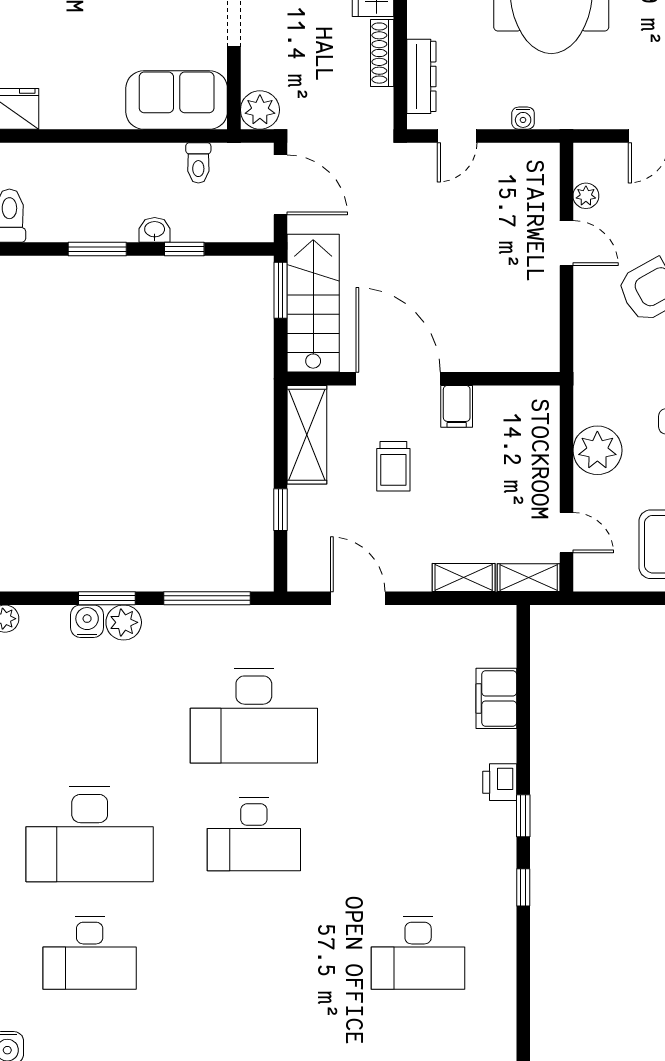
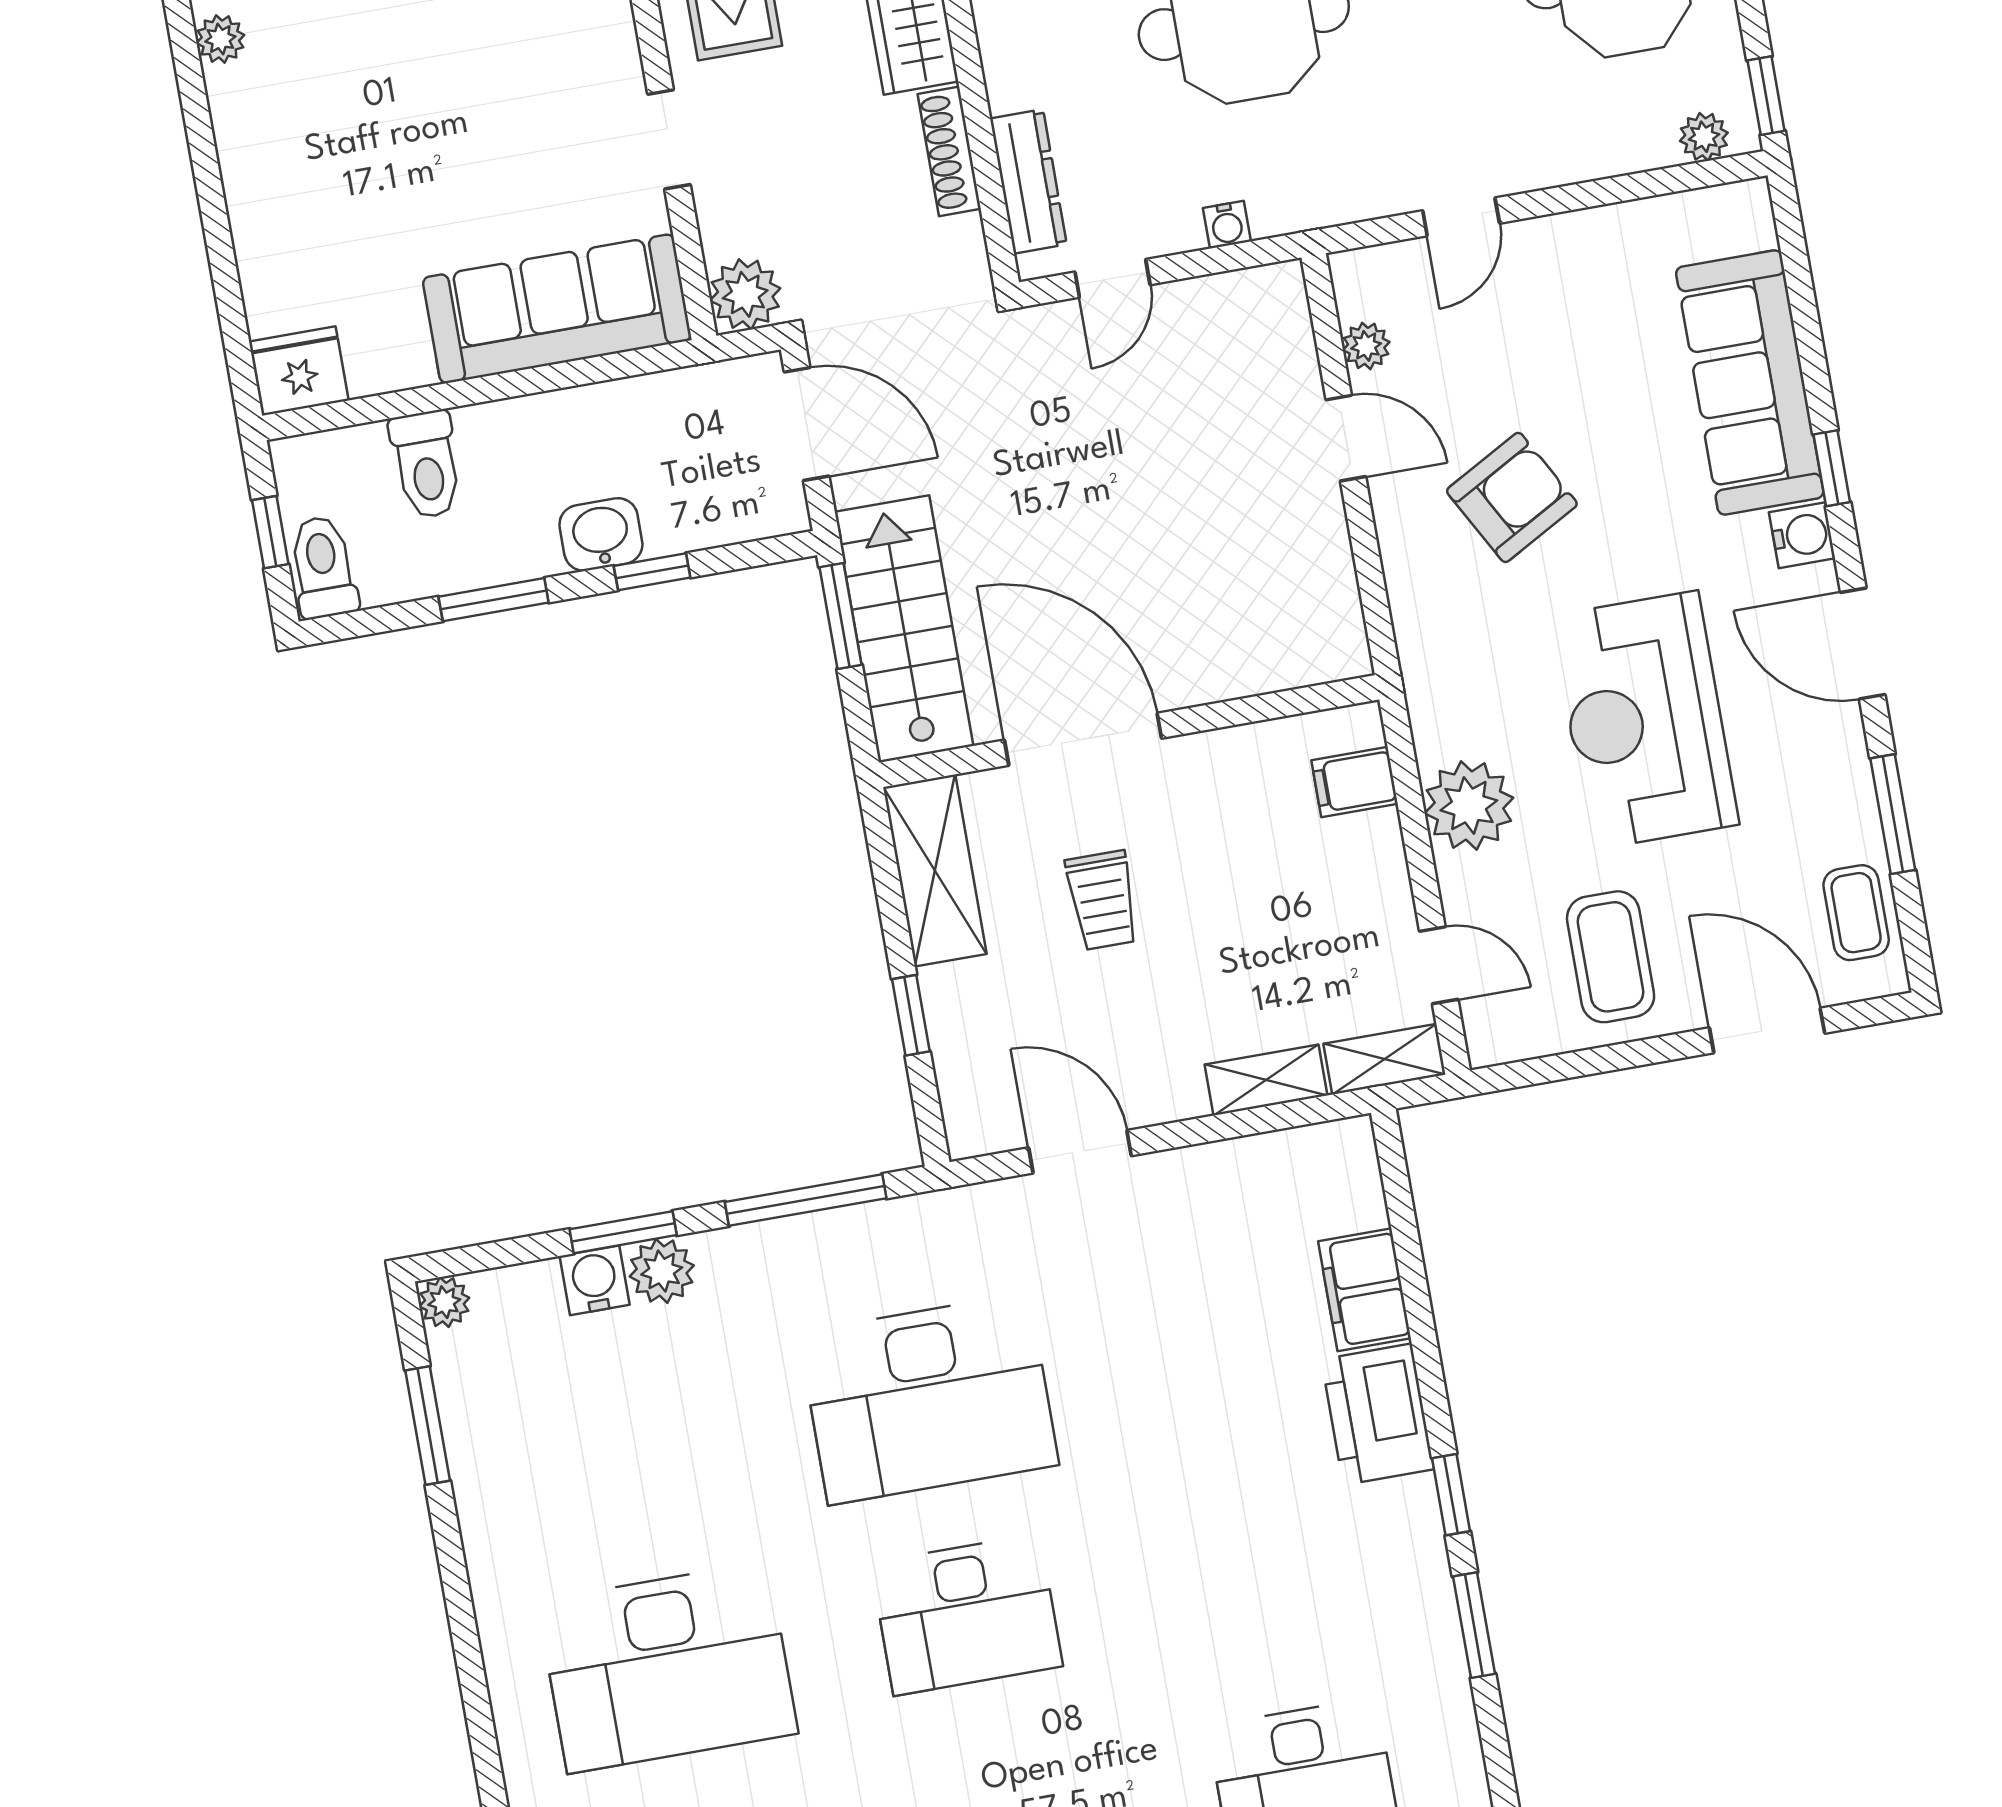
sofa: (177, 100) -> (557, 309), width x1.36
toilet: (198, 163) -> (426, 465), moved, width x1.37, depth x1.39
washbasin: (155, 230) -> (601, 534), width x1.38, depth x1.45
filing cabinet: (457, 406) -> (1355, 782), moved, turned 90
printer: (500, 782) -> (1378, 1414), width x1.87, depth x1.48
window: (523, 887) -> (1474, 1625), width x1.50

